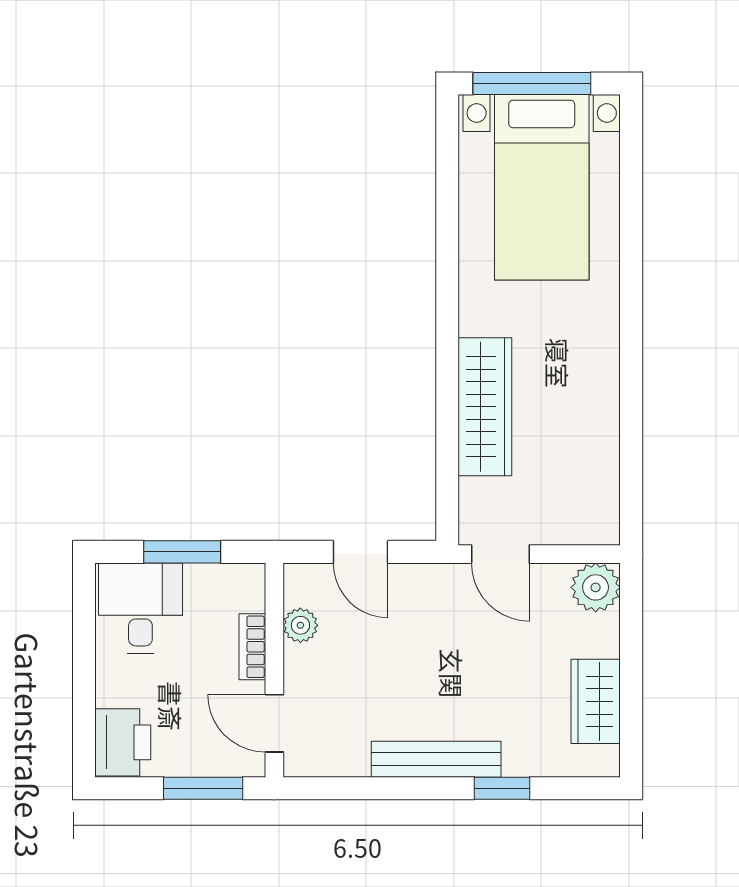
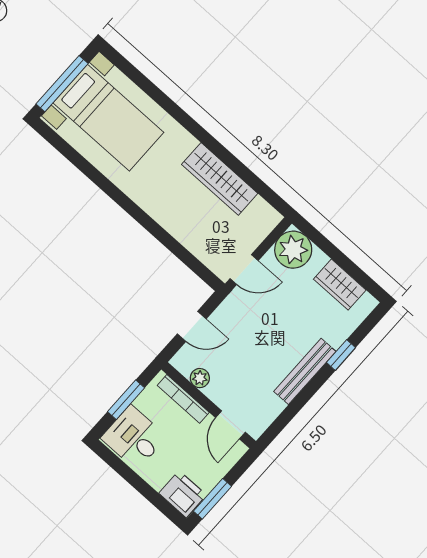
wardrobe: (485, 407) -> (220, 179), moved, turned 180
plant: (596, 587) -> (293, 250), width x1.36, depth x1.36
bookcase: (252, 647) -> (183, 399), width x1.56
door: (274, 723) -> (231, 425), hinge flipped
window: (203, 788) -> (212, 499), moved

